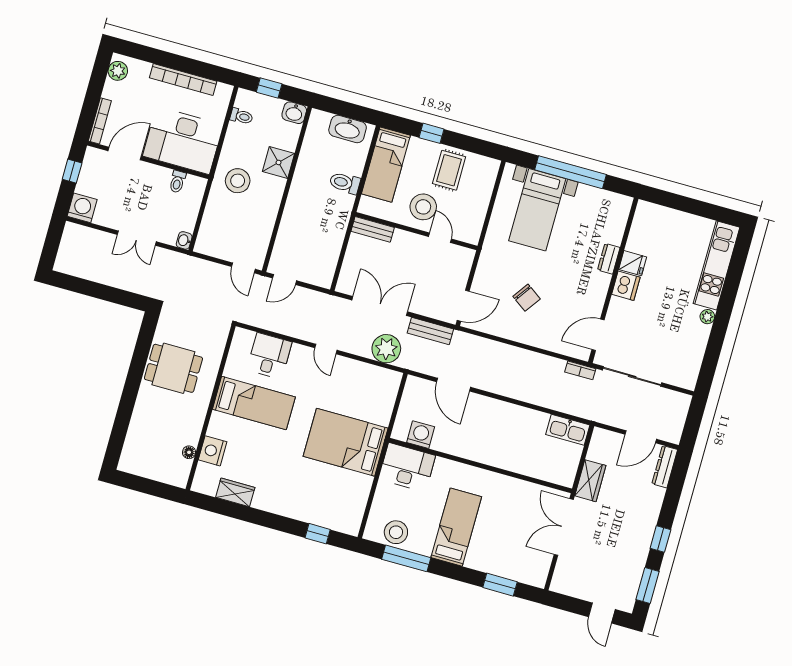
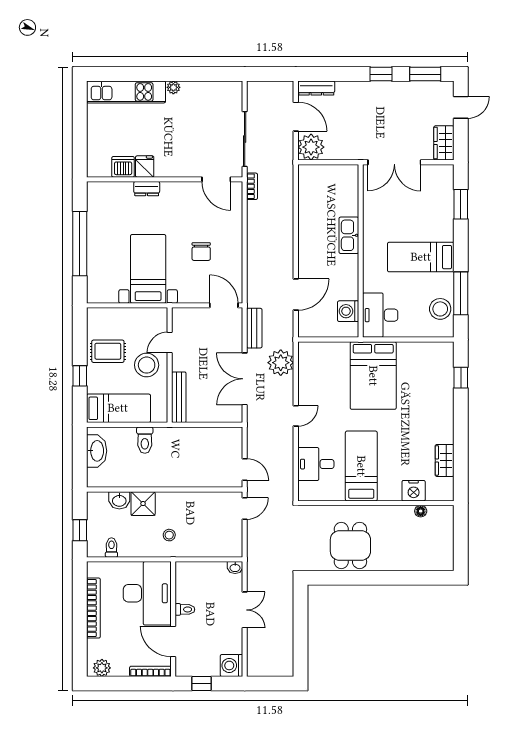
washbasin: (294, 113) -> (119, 500), moved, turned 90
stool: (238, 181) -> (169, 535), width x0.53, depth x0.53
toilet: (177, 182) -> (185, 609), moved
bed with nightstands: (537, 210) -> (148, 269), moved, turned -90
bench: (373, 229) -> (179, 397), width x1.36
dishwasher: (626, 286) -> (123, 167), moved
chair: (527, 298) -> (201, 252), turned 145
kitchen sink: (568, 430) -> (349, 235), moved, turned 180
plant: (604, 444) -> (311, 147), added
wardrobe: (590, 481) -> (444, 143), moved, turned -90

